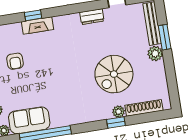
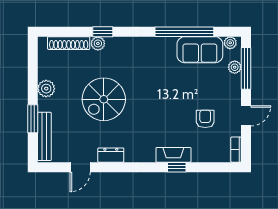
plant: (155, 53) -> (46, 89), moved
spiral stairs: (114, 74) -> (104, 99), moved, turned 180

